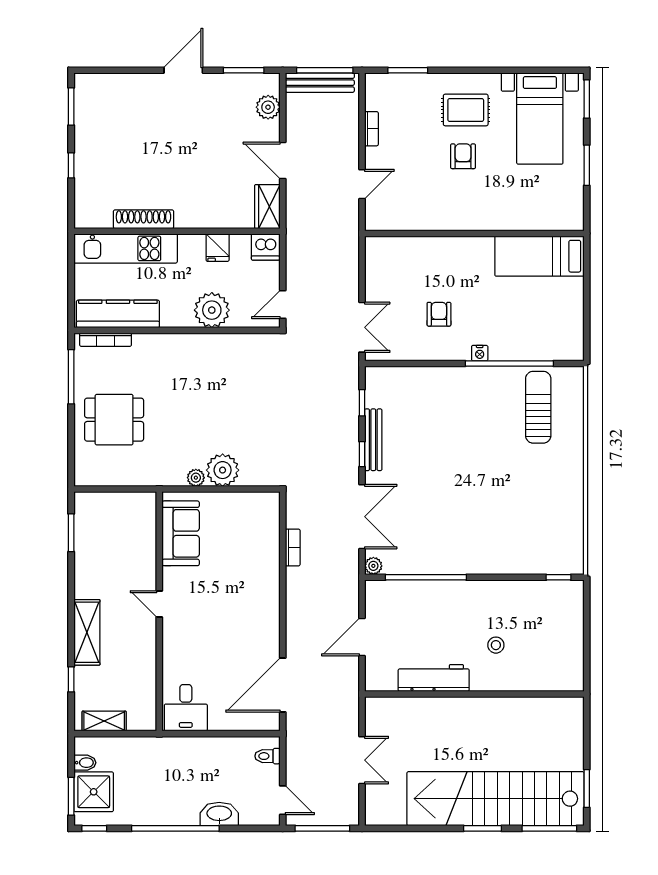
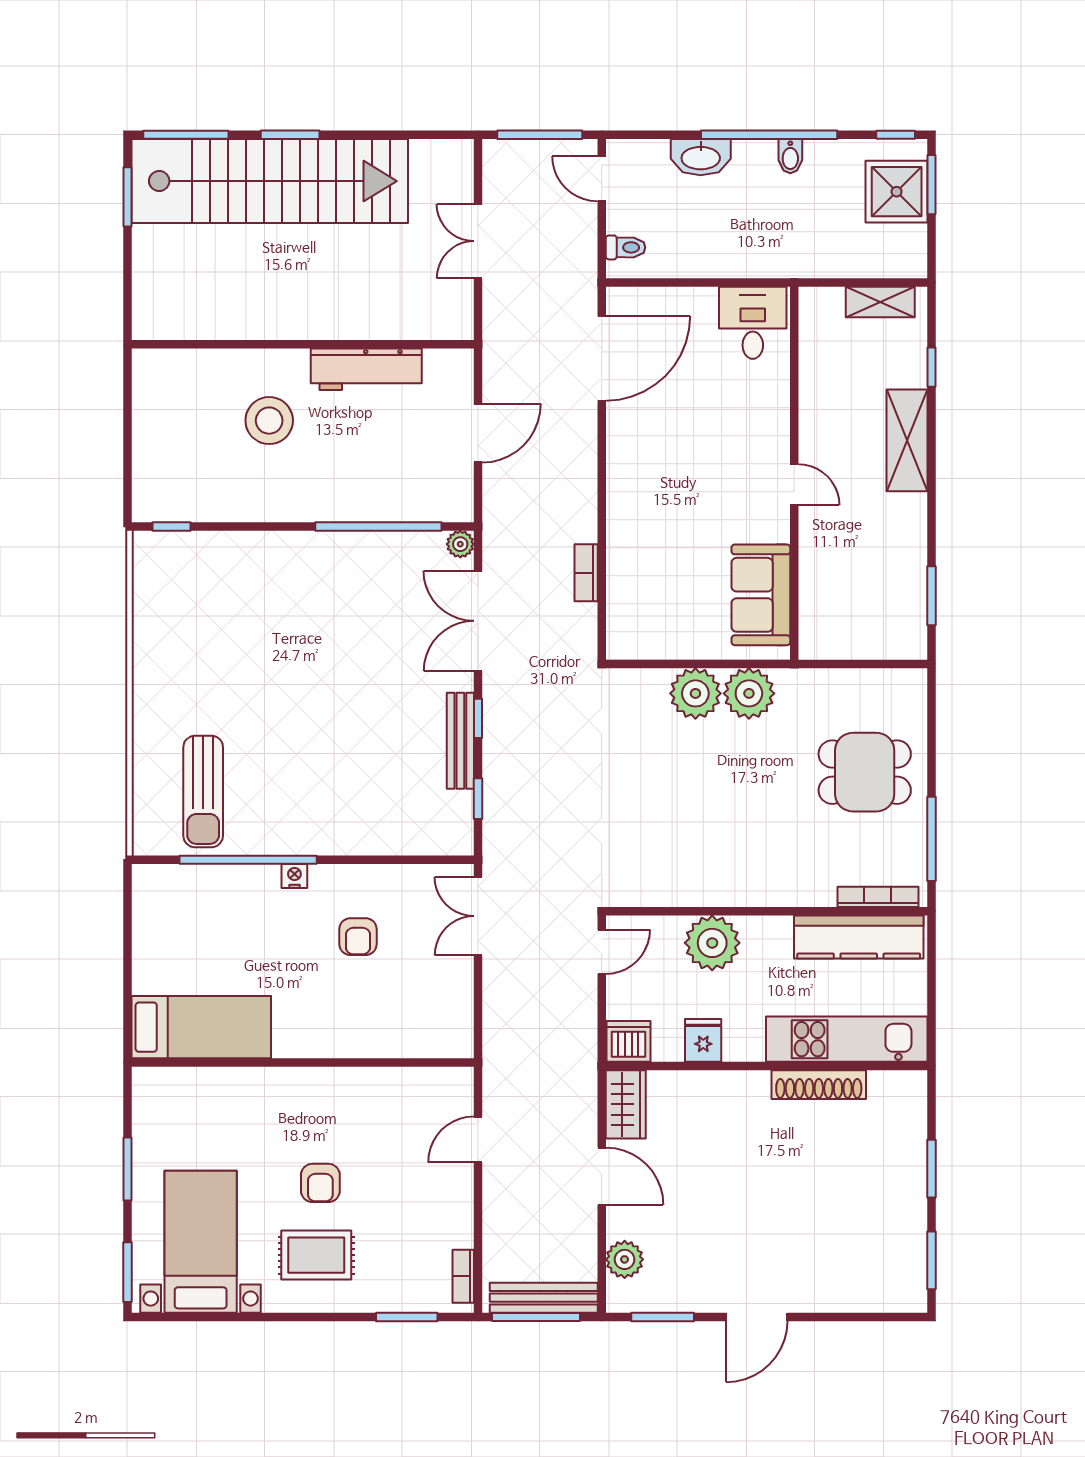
bookcase: (371, 129) -> (463, 1276), moved
window: (71, 165) -> (932, 1169), width x1.50
plant: (196, 478) -> (749, 693), width x1.88, depth x1.88
stool: (496, 645) -> (269, 421), width x1.89, depth x1.89
bidet: (85, 763) -> (790, 156), moved, turned -90

